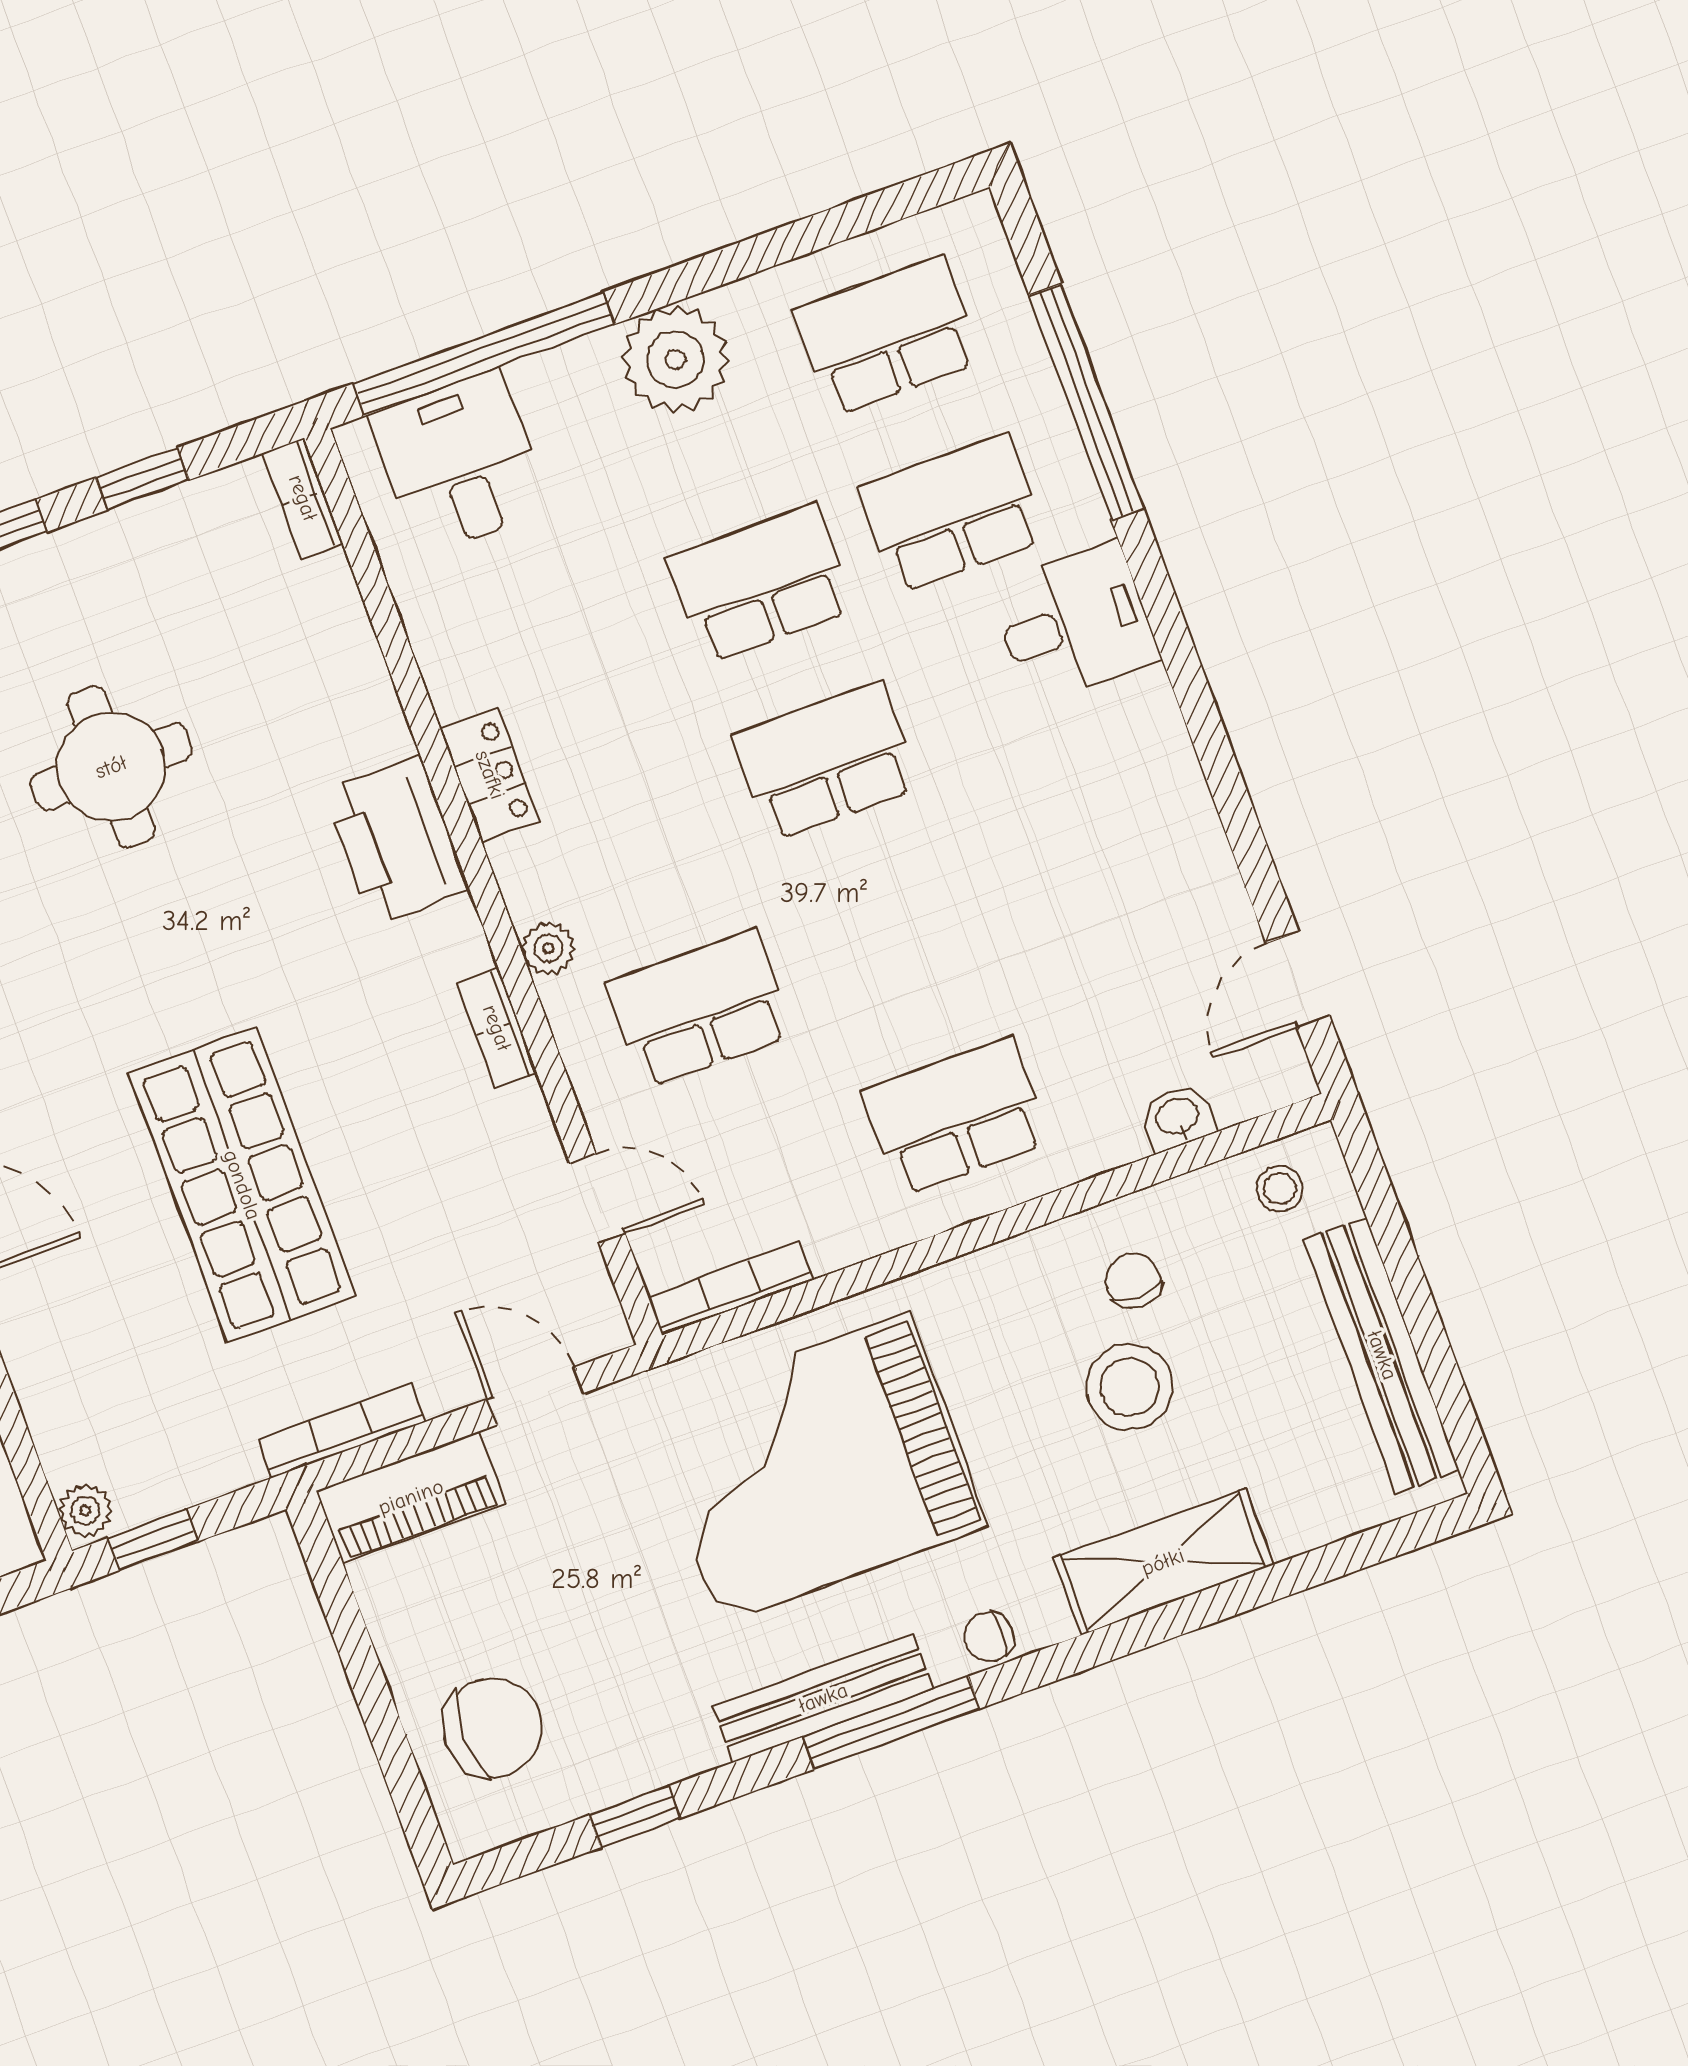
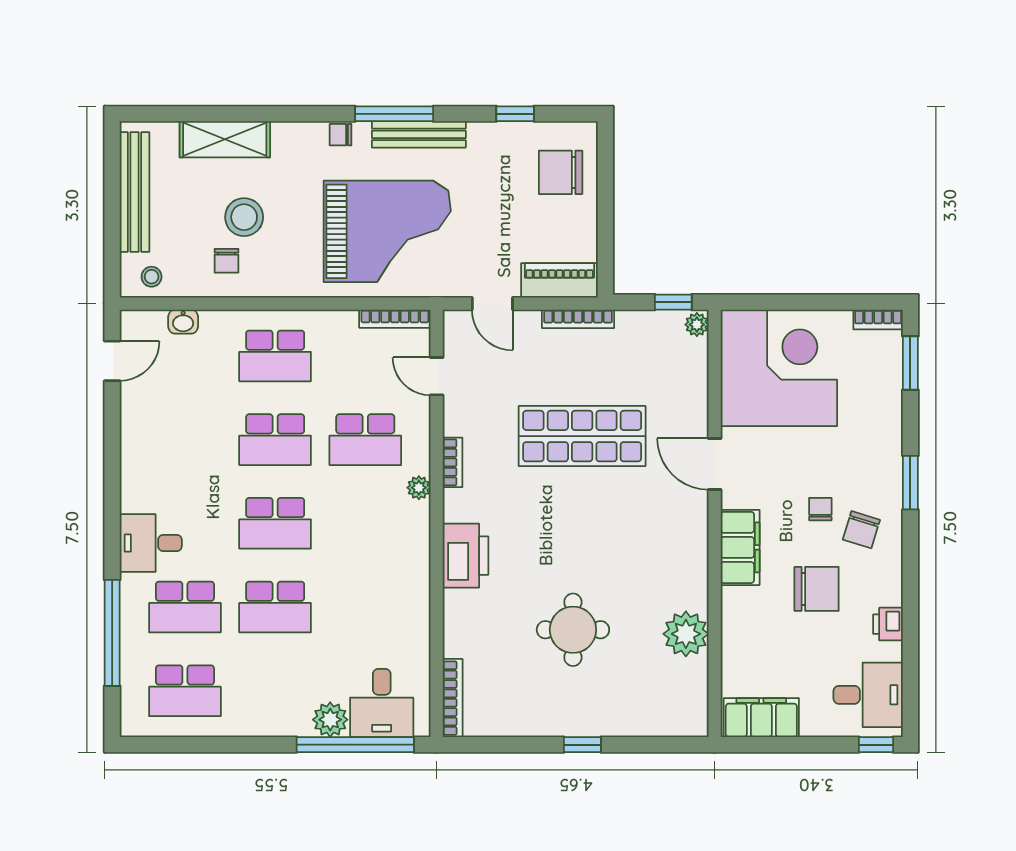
plant: (675, 359) -> (330, 720), moved, width x0.73, depth x0.73
window: (142, 479) -> (516, 745), removed
bookcase: (303, 498) -> (453, 698), width x1.56
locker: (490, 775) -> (417, 569), removed
school desk: (891, 939) -> (275, 440), added
shop shelf: (242, 1185) -> (582, 436), turned 90
shelving: (1163, 1562) -> (225, 139), moved
chair: (989, 1637) -> (341, 135), turned 180

